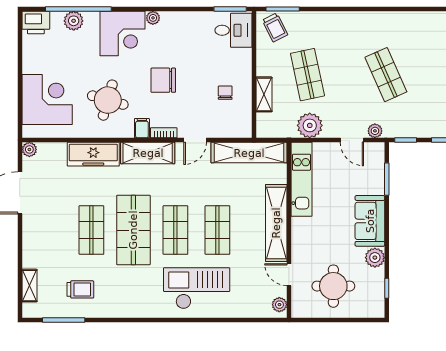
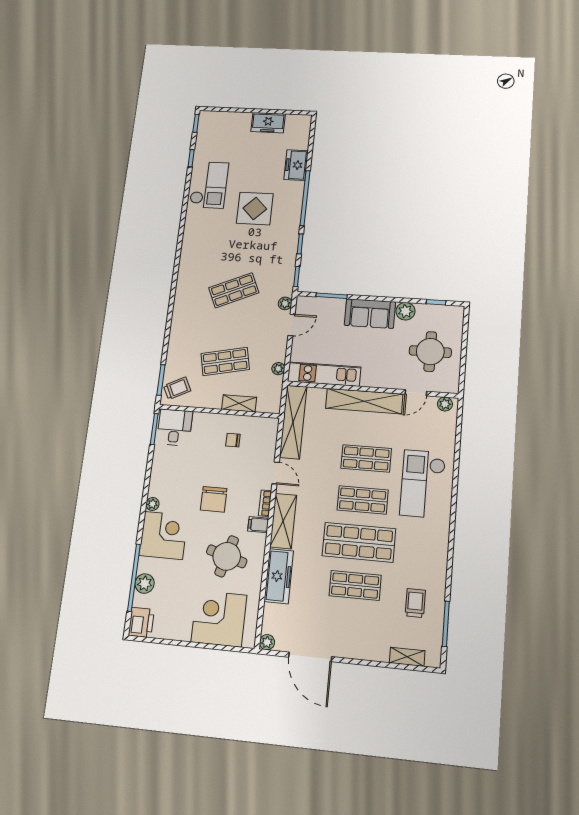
plant: (310, 125) -> (278, 369), width x0.53, depth x0.53

